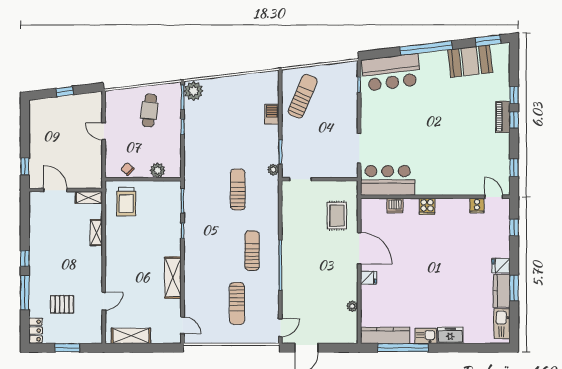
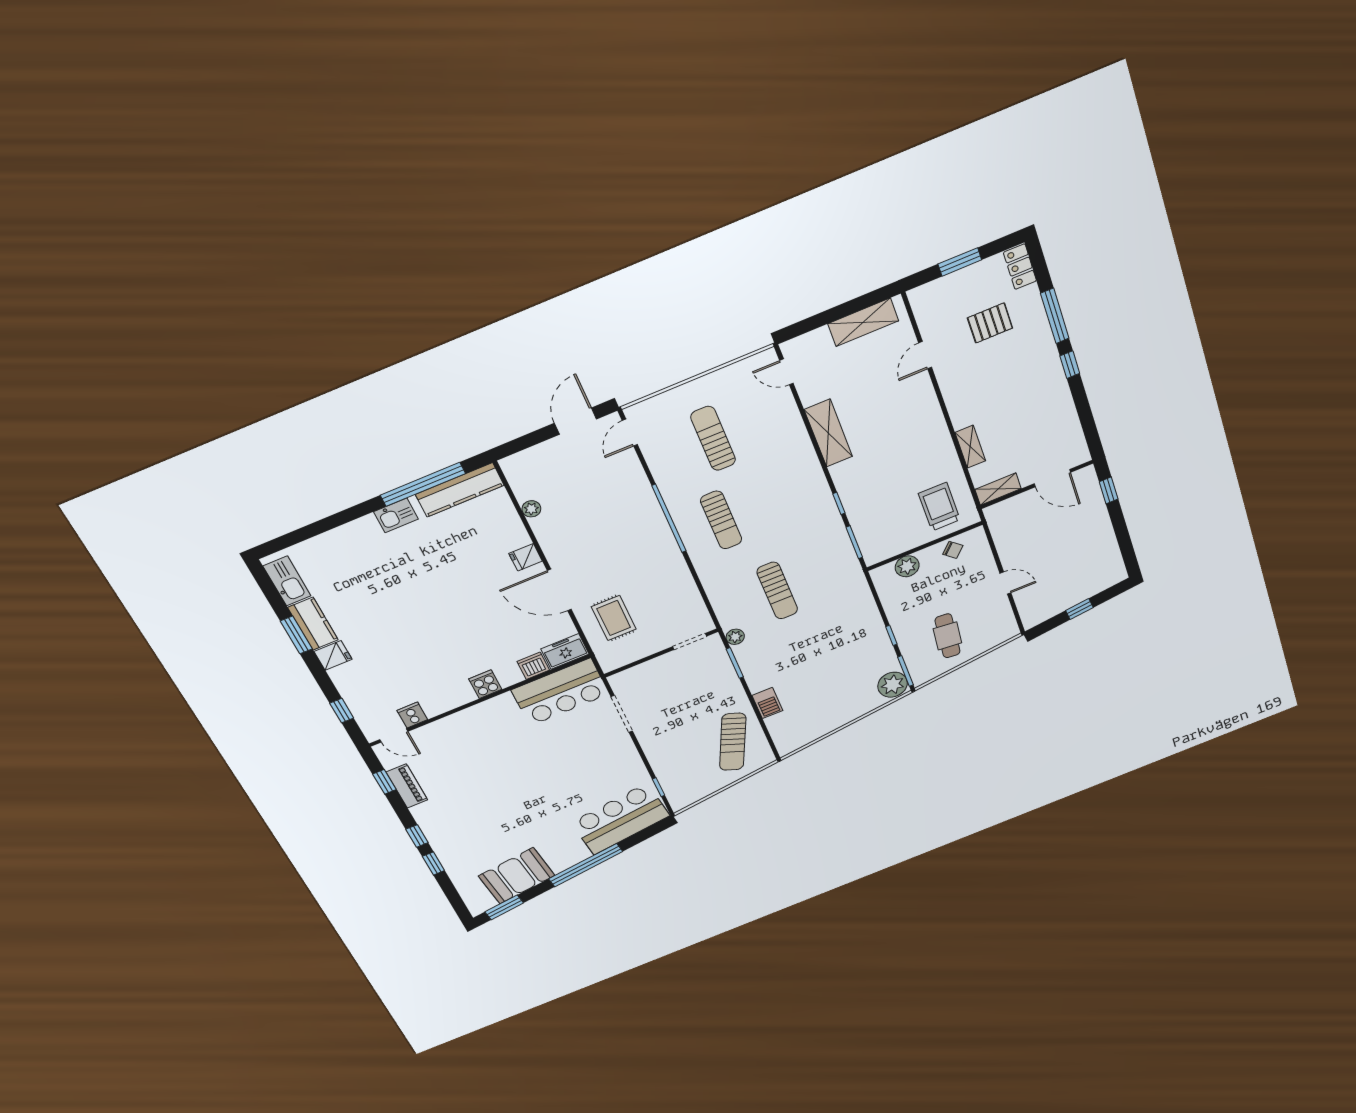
piano: (503, 117) -> (407, 786), moved
freezer: (450, 335) -> (565, 651), moved, turned 180

